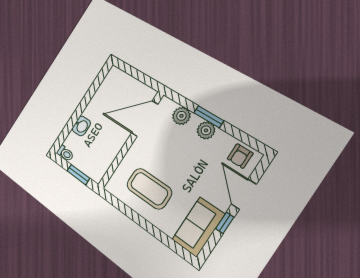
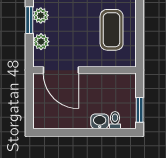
toilet: (65, 153) -> (115, 120), moved
window: (78, 175) -> (140, 110), moved

